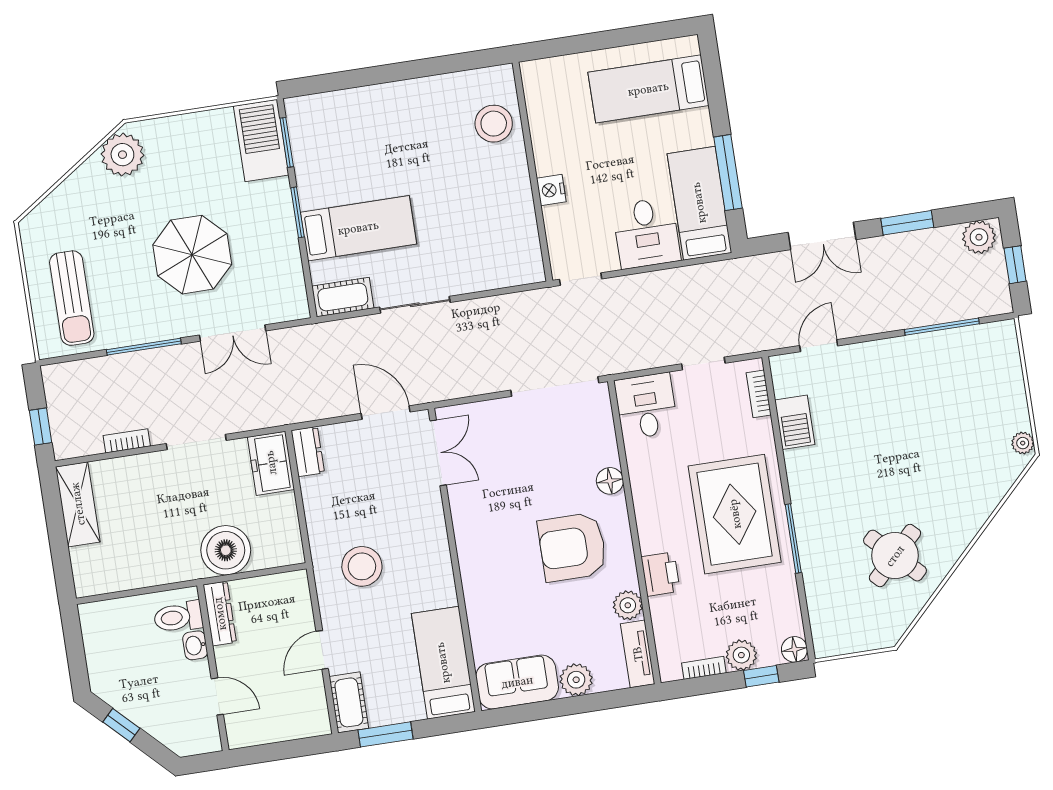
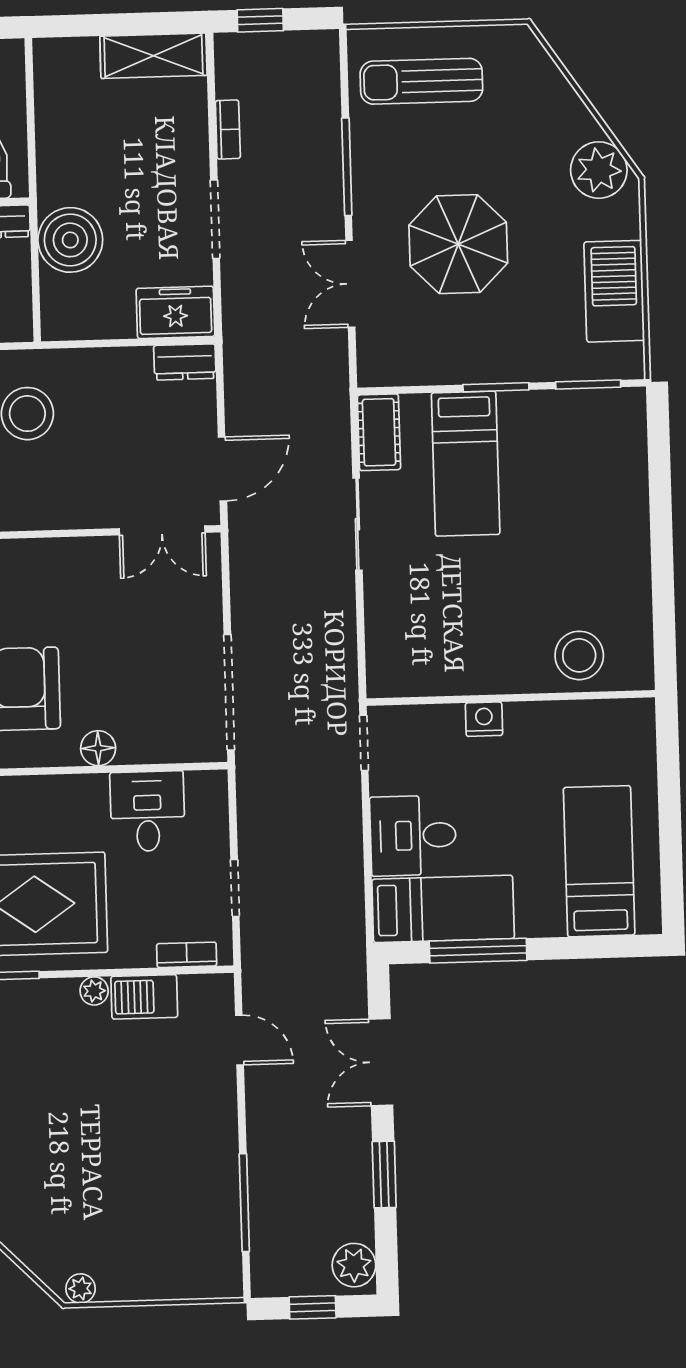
barbecue: (261, 140) -> (614, 291), moved, turned -90
desk: (646, 406) -> (148, 811), moved, turned -90
plant: (795, 461) -> (94, 991), added

